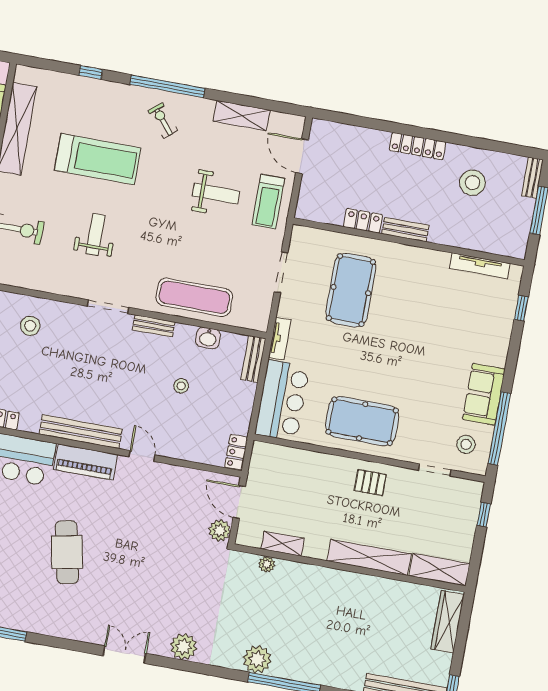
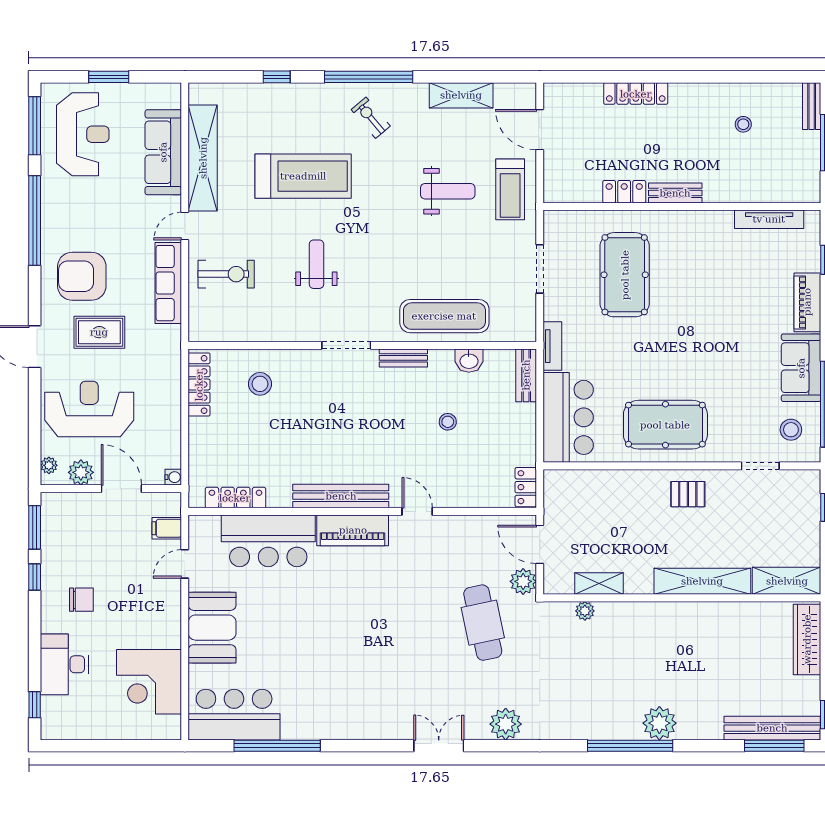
locker: (418, 146) -> (636, 94), moved
stool: (472, 183) -> (743, 124), width x0.53, depth x0.53
piano: (499, 341) -> (807, 302), added
cafe table: (67, 552) -> (483, 623), moved
plant: (257, 659) -> (659, 723), moved

